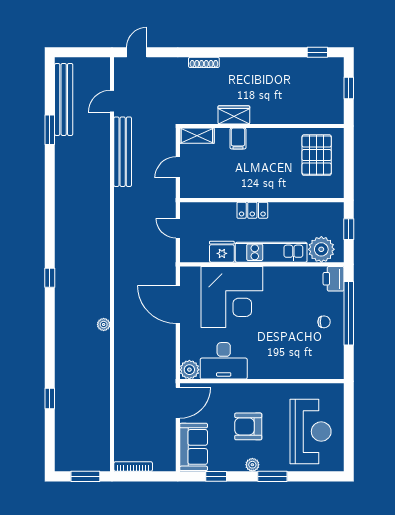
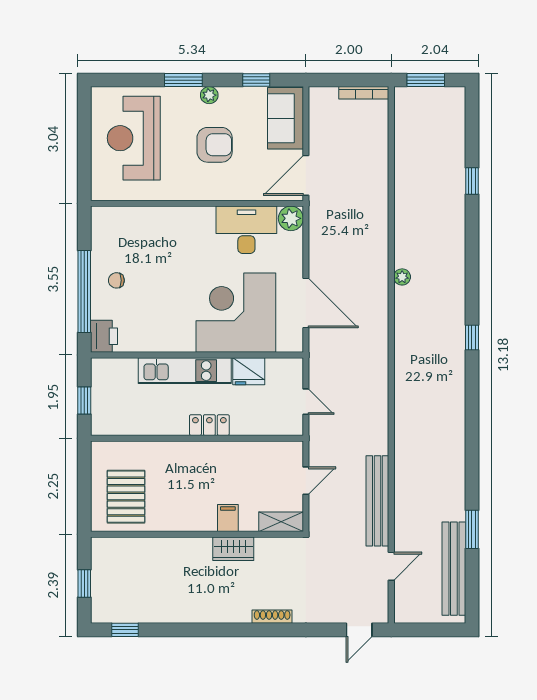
plant: (321, 249) -> (120, 374), removed

